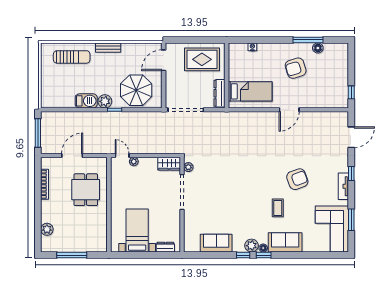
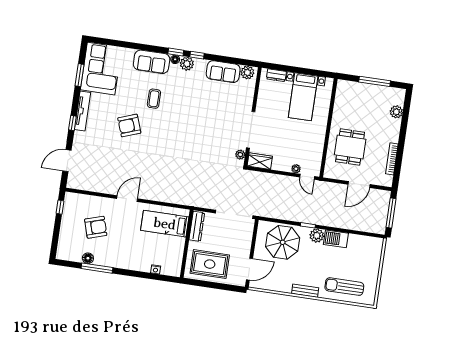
armchair: (296, 68) -> (96, 227), moved
tv unit: (343, 186) -> (83, 111), width x1.41
plant: (193, 246) -> (247, 72), added

